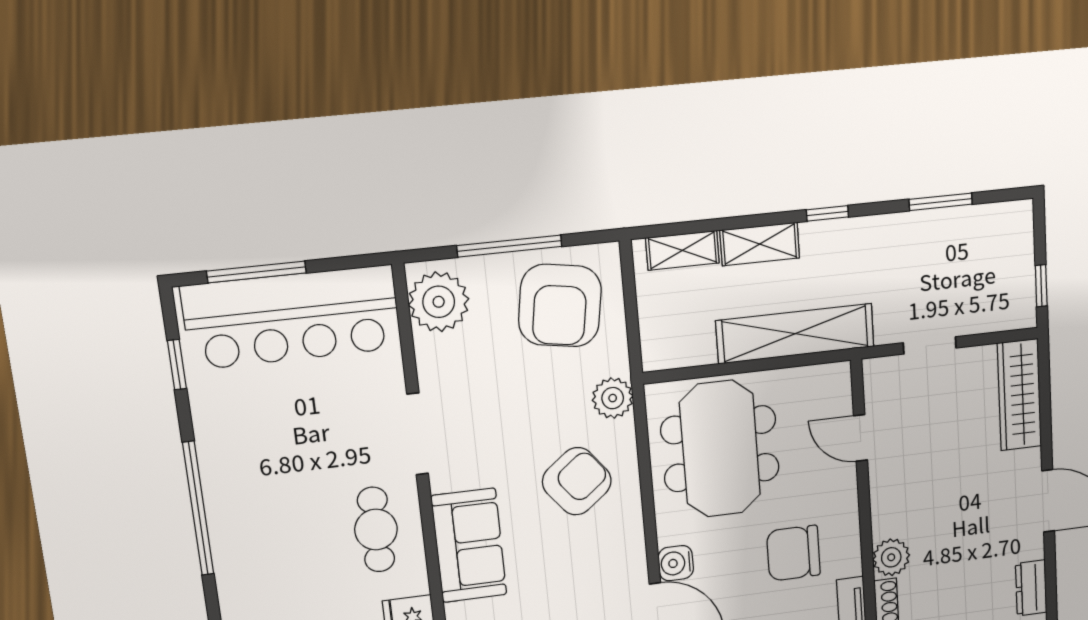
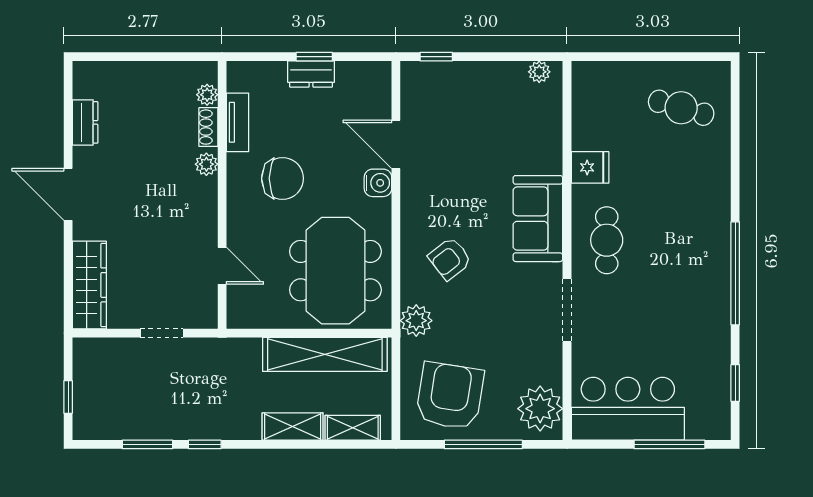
window: (827, 213) -> (205, 444), moved
window: (1041, 286) -> (68, 397), moved
bar counter: (292, 317) -> (628, 409), width x0.73
shelving: (795, 334) -> (325, 354), moved
armchair: (577, 481) -> (450, 259), width x0.72, depth x0.72
plant: (891, 557) -> (206, 164), width x0.73, depth x0.73

